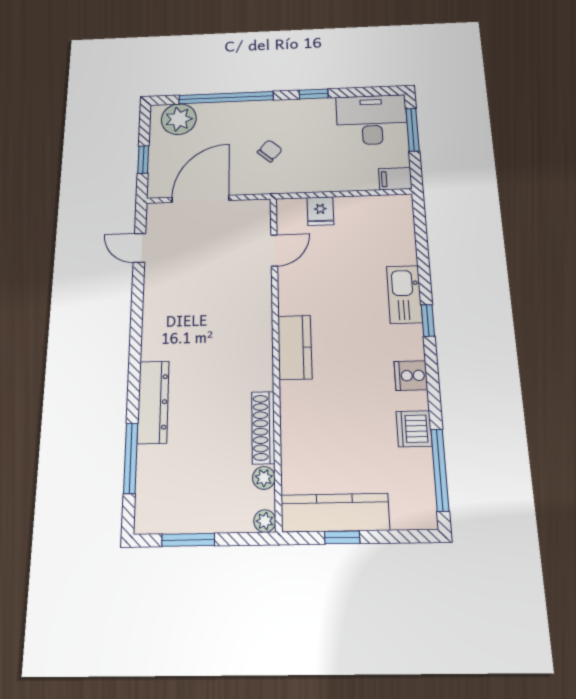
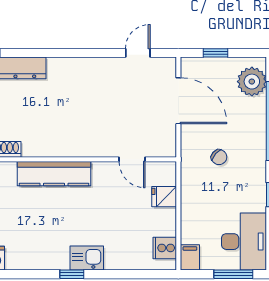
kitchen sink: (404, 294) -> (87, 258), width x0.73
kitchen counter: (295, 347) -> (54, 174), width x1.50
cooker: (411, 376) -> (165, 248), moved, turned -90

